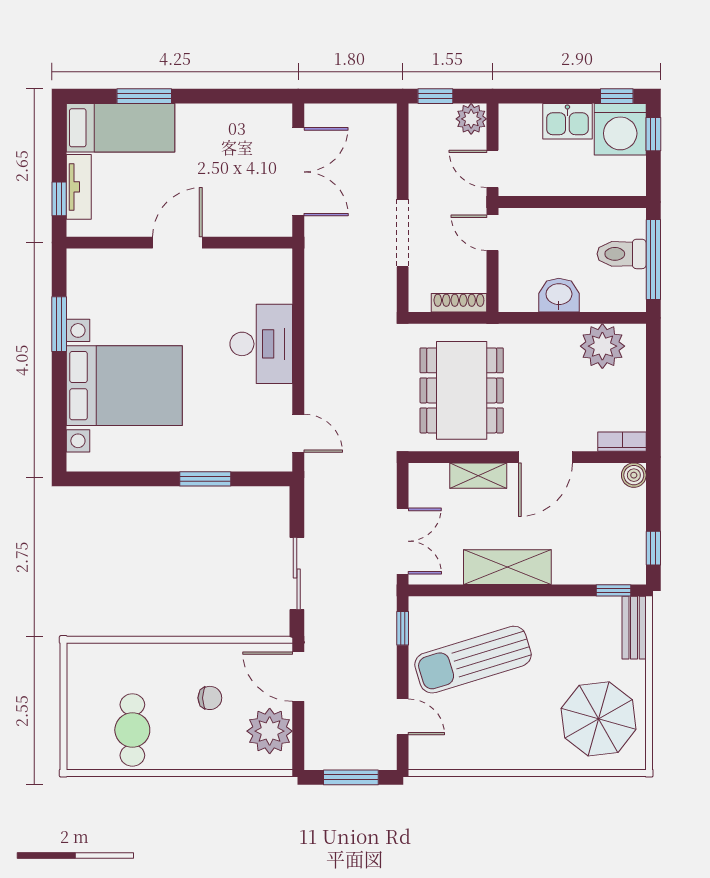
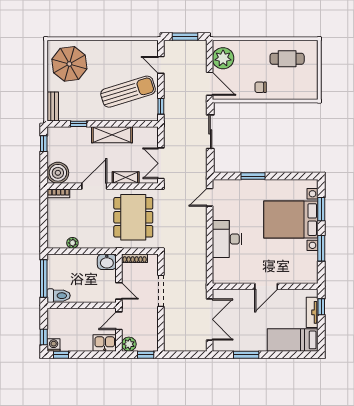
window: (144, 96) -> (246, 355), moved
kitchen sink: (567, 121) -> (105, 343), moved
washing machine: (620, 129) -> (54, 345), width x0.53, depth x0.53
door: (492, 169) -> (119, 321), swing flipped
double door: (298, 172) -> (210, 319), swing flipped
toilet: (622, 254) -> (59, 296), moved
washbasin: (559, 295) -> (107, 262), moved
plant: (602, 346) -> (72, 243), width x0.53, depth x0.53
window: (59, 408) -> (321, 209), added
door: (298, 433) -> (210, 197), hinge flipped
boiler: (634, 475) -> (58, 173), width x1.86, depth x1.86
double door: (403, 541) -> (161, 163), moved
window: (613, 590) -> (79, 124), moved
chair: (210, 698) -> (261, 87), moved
cafe table: (132, 730) -> (287, 59), turned 90

